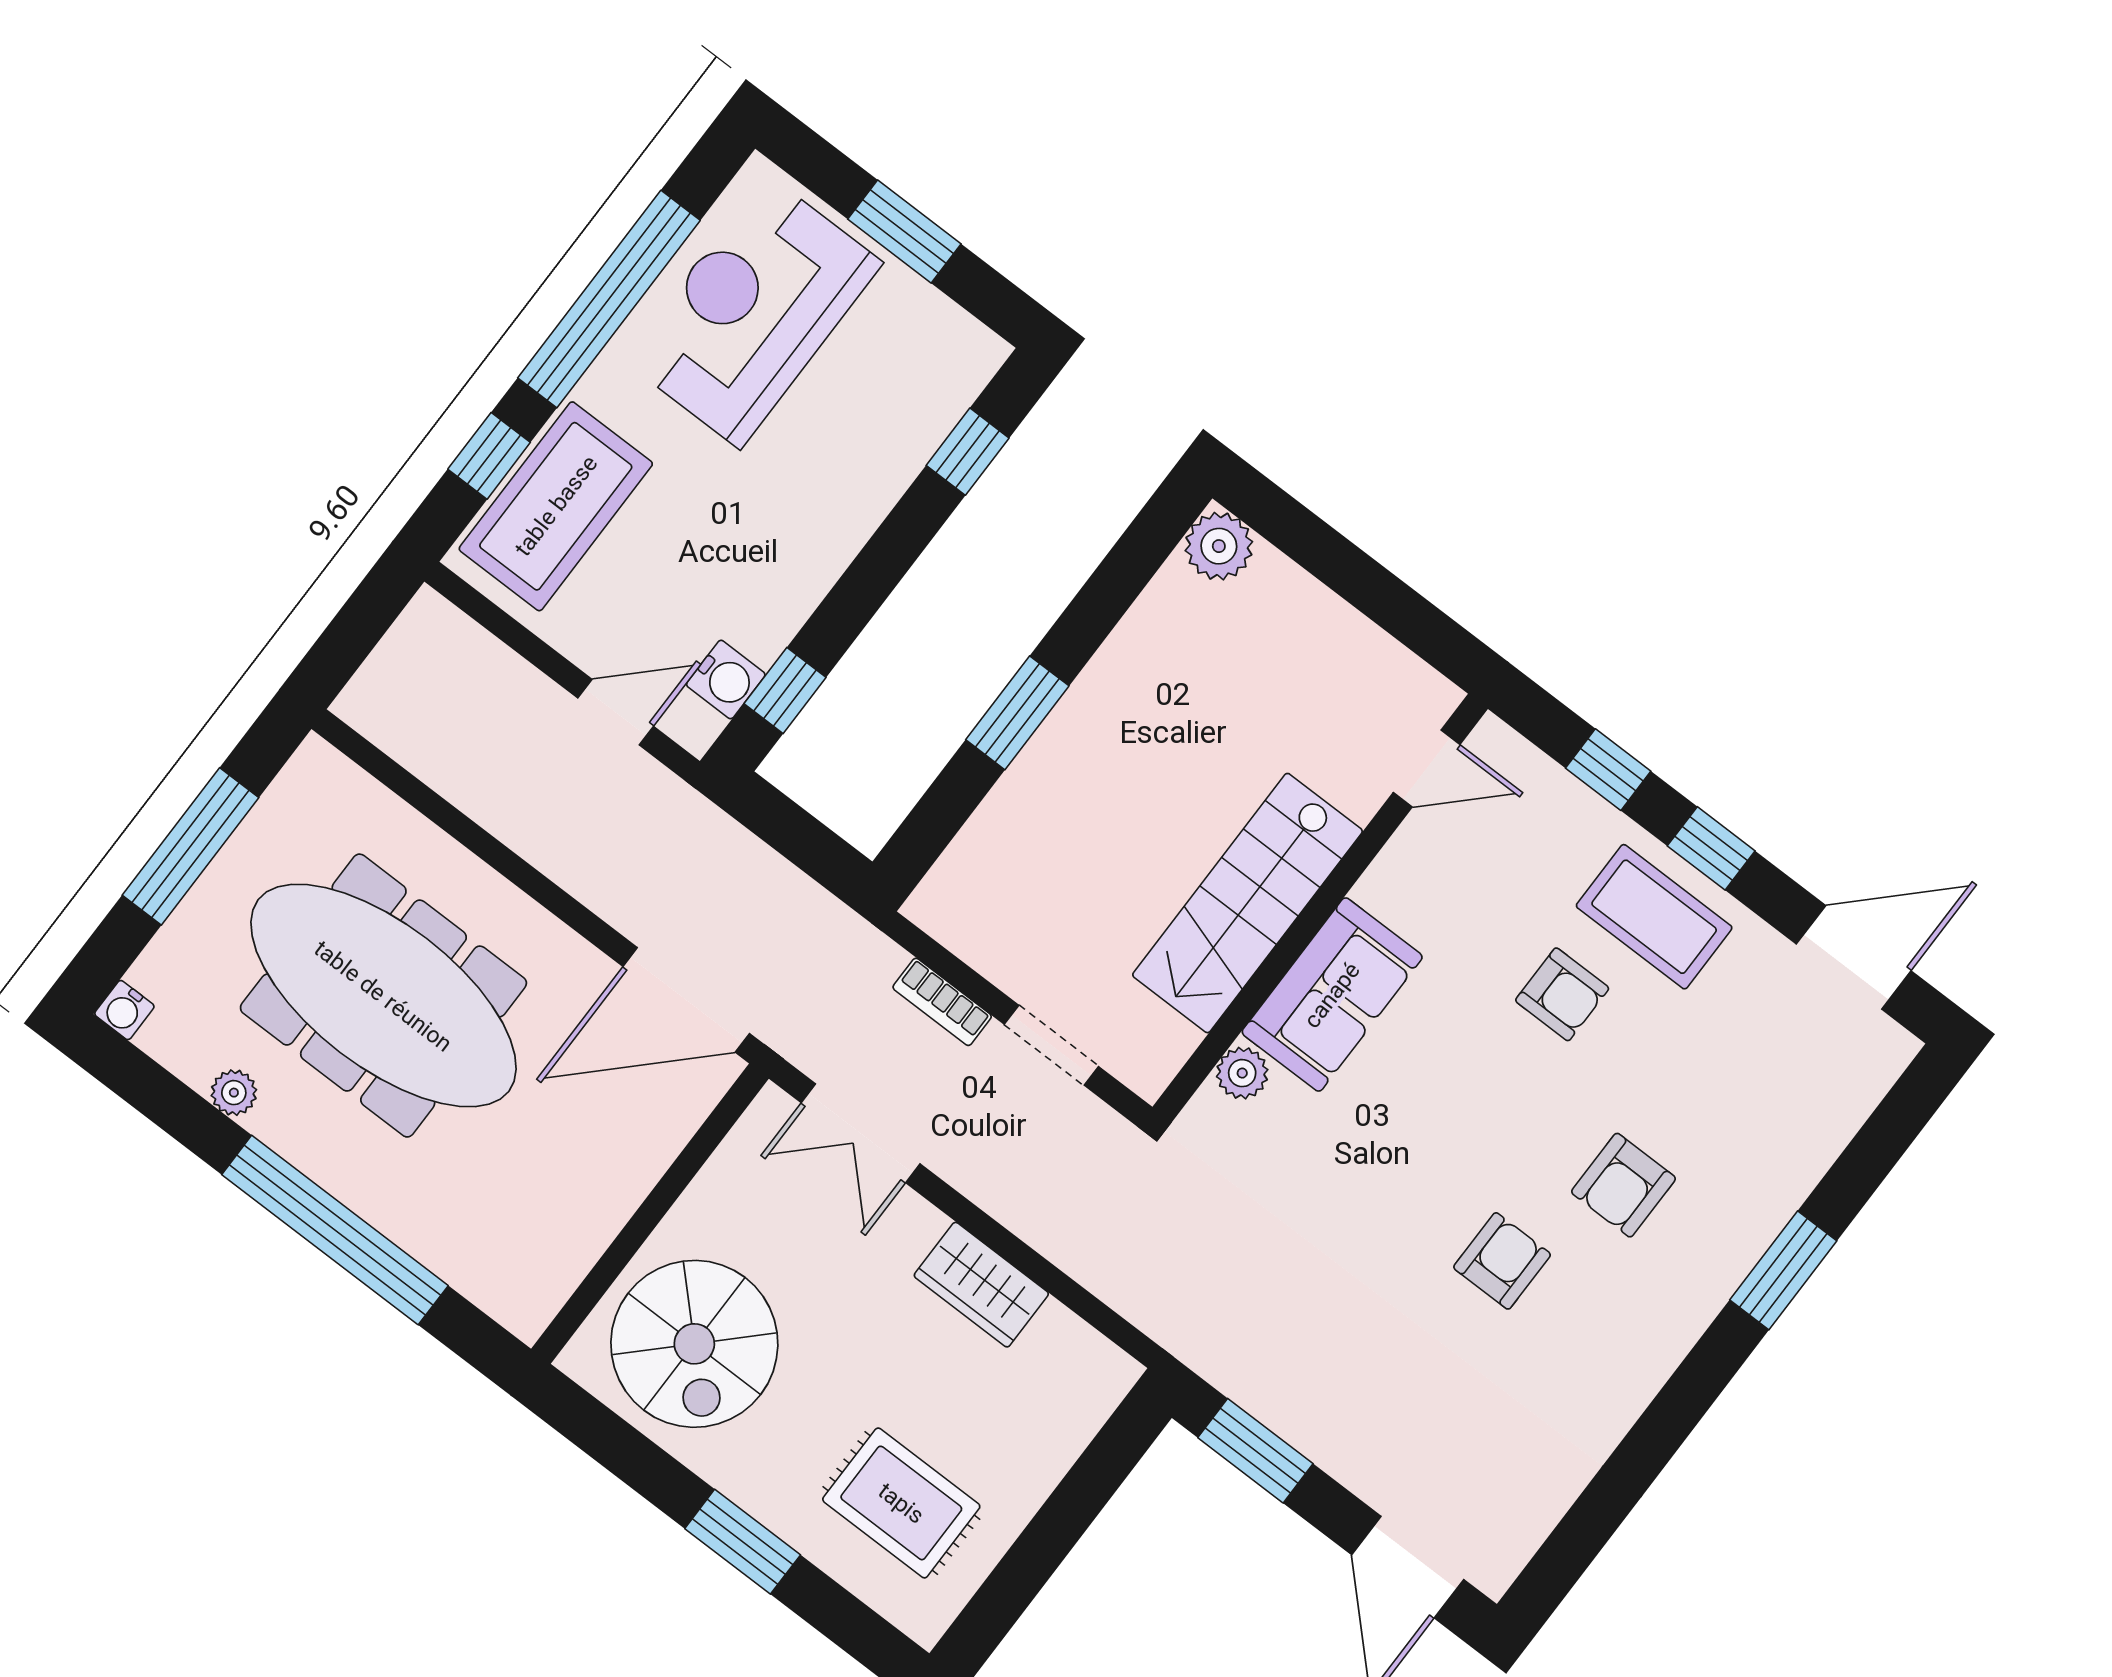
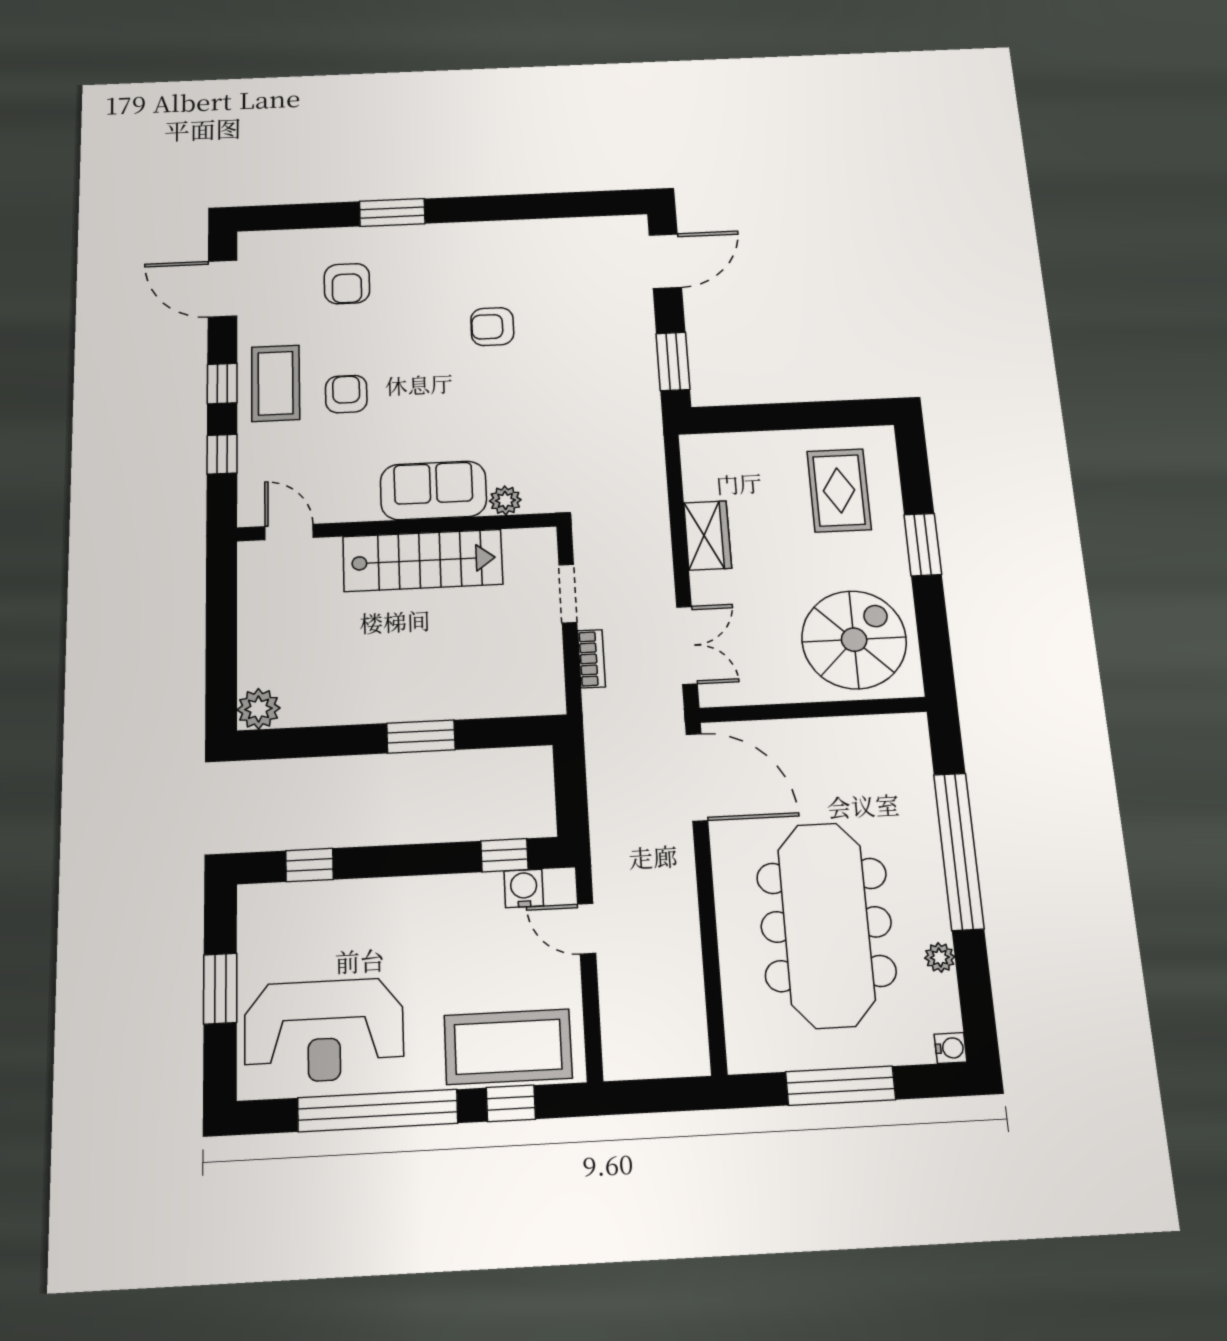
armchair: (1624, 1185) -> (347, 284), moved, turned 90

